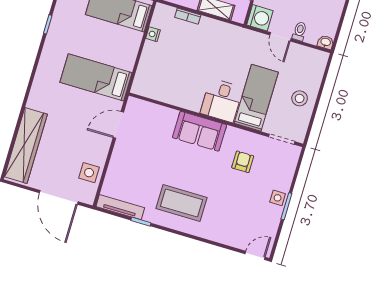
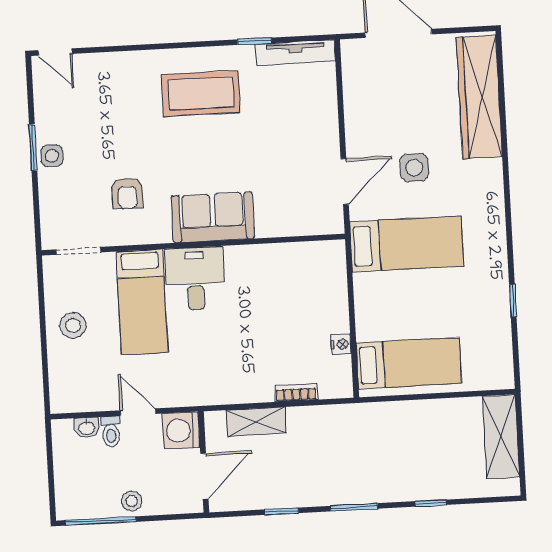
washbasin: (326, 42) -> (87, 428), moved
side table: (89, 173) -> (414, 167), moved
door: (255, 255) -> (55, 52), hinge flipped

